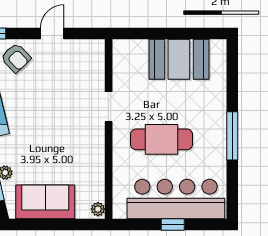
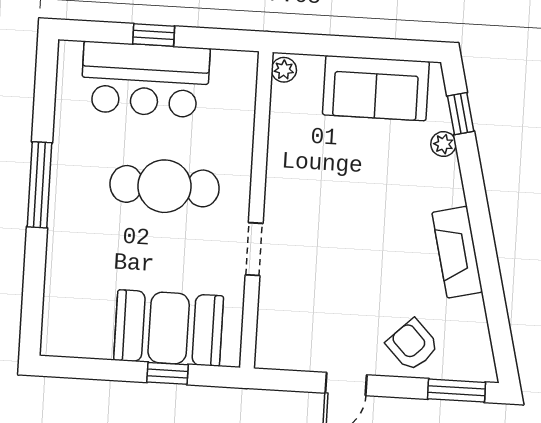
window: (153, 34) -> (168, 373), added
booth: (179, 59) -> (169, 328), moved
bar counter: (176, 199) -> (145, 80), width x0.73

